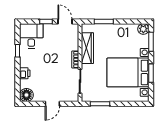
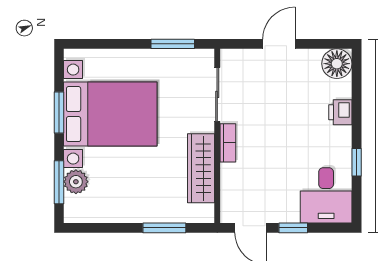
plant: (143, 29) -> (76, 182), moved

